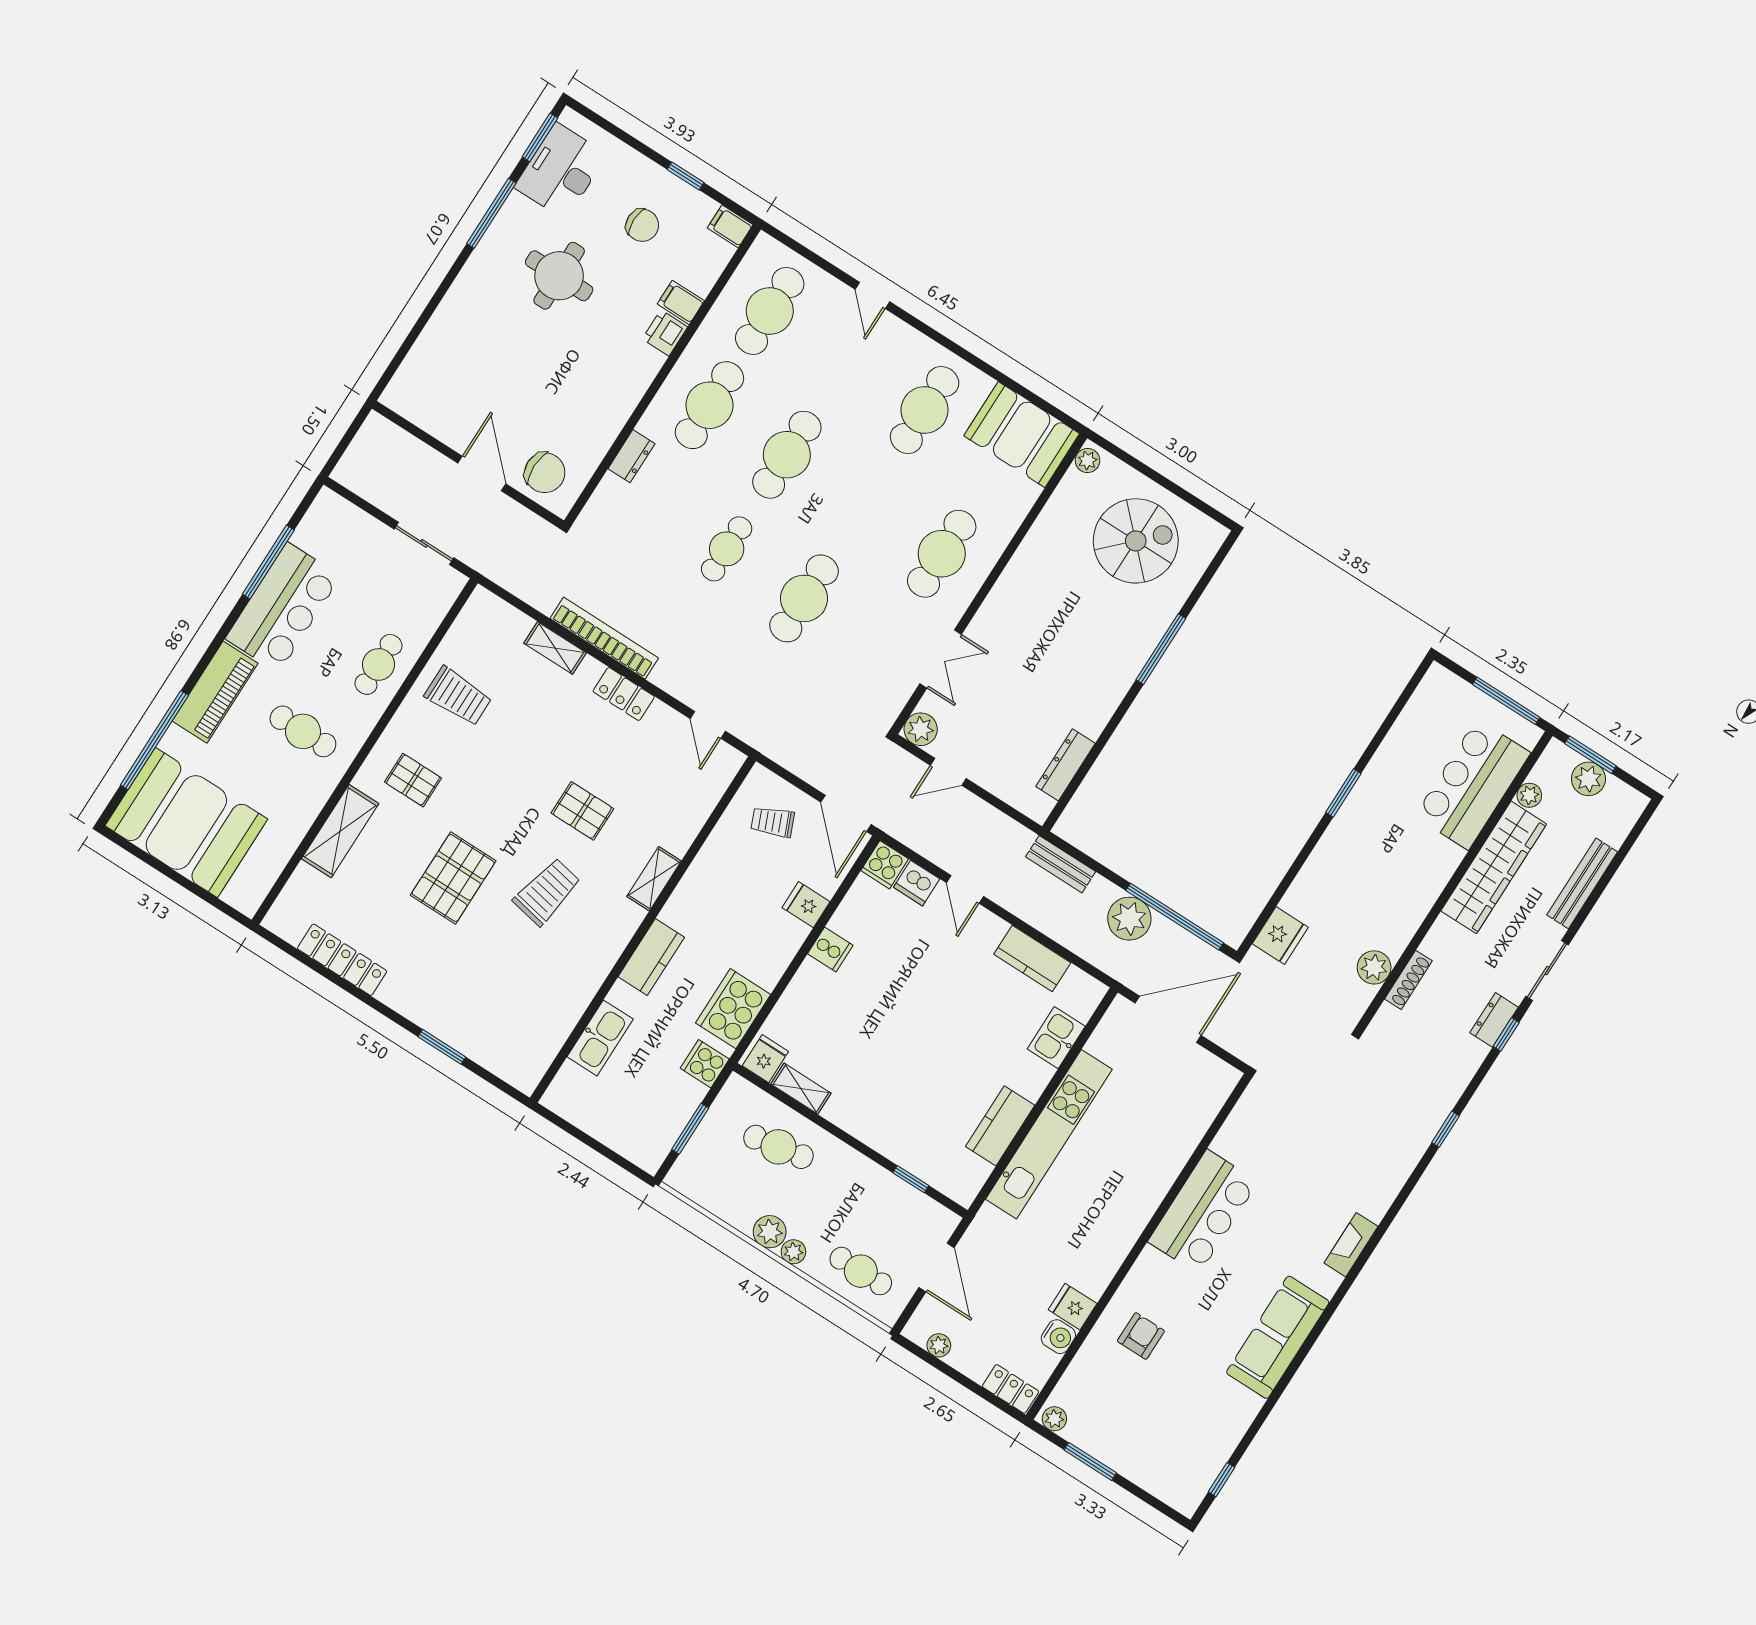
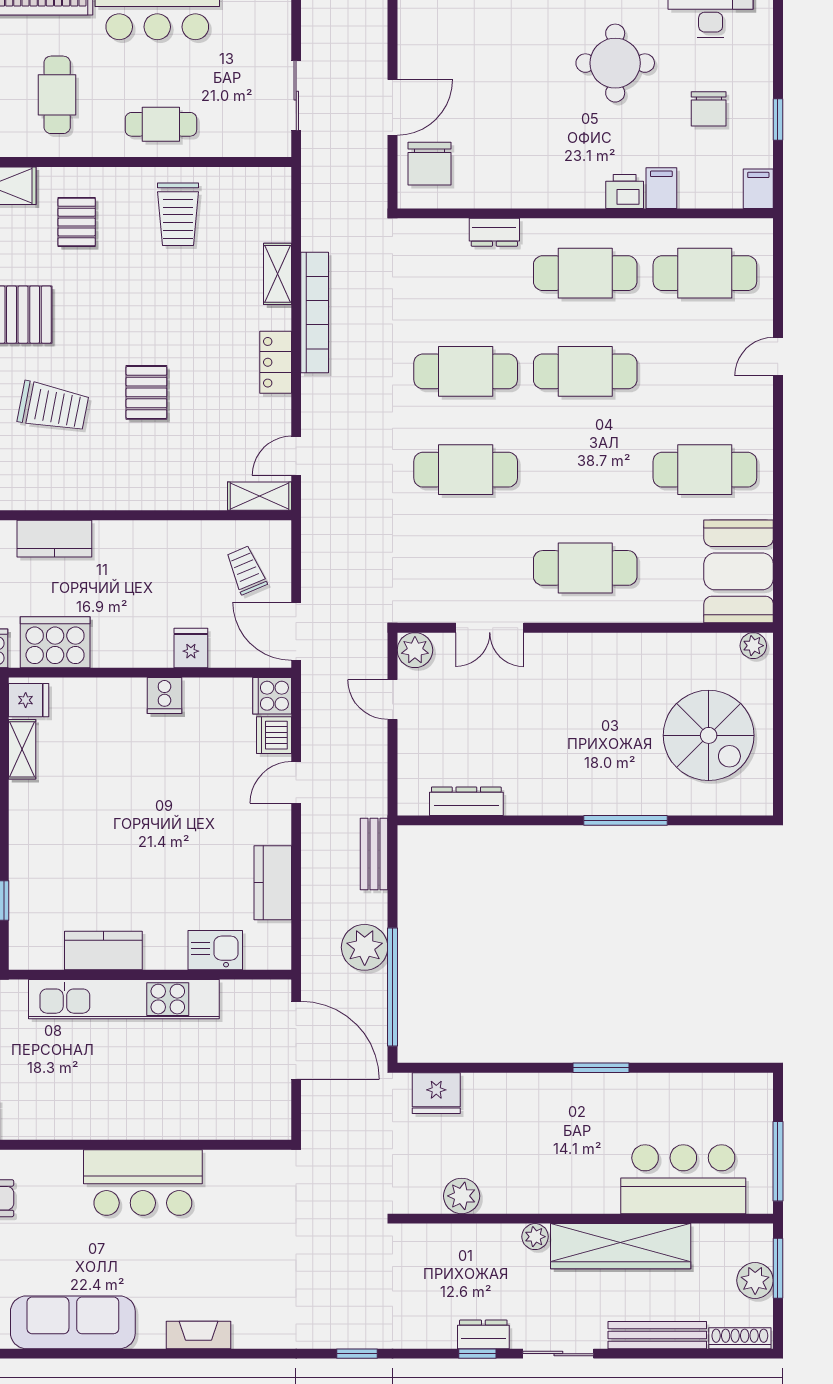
cafe table: (727, 549) -> (466, 371), width x1.37, depth x1.35
plant: (1529, 795) -> (535, 1237), moved
door: (846, 813) -> (296, 631), hinge flipped
shelving: (654, 879) -> (259, 496), moved
shoe rack: (1408, 980) -> (740, 1338), moved, turned 180

